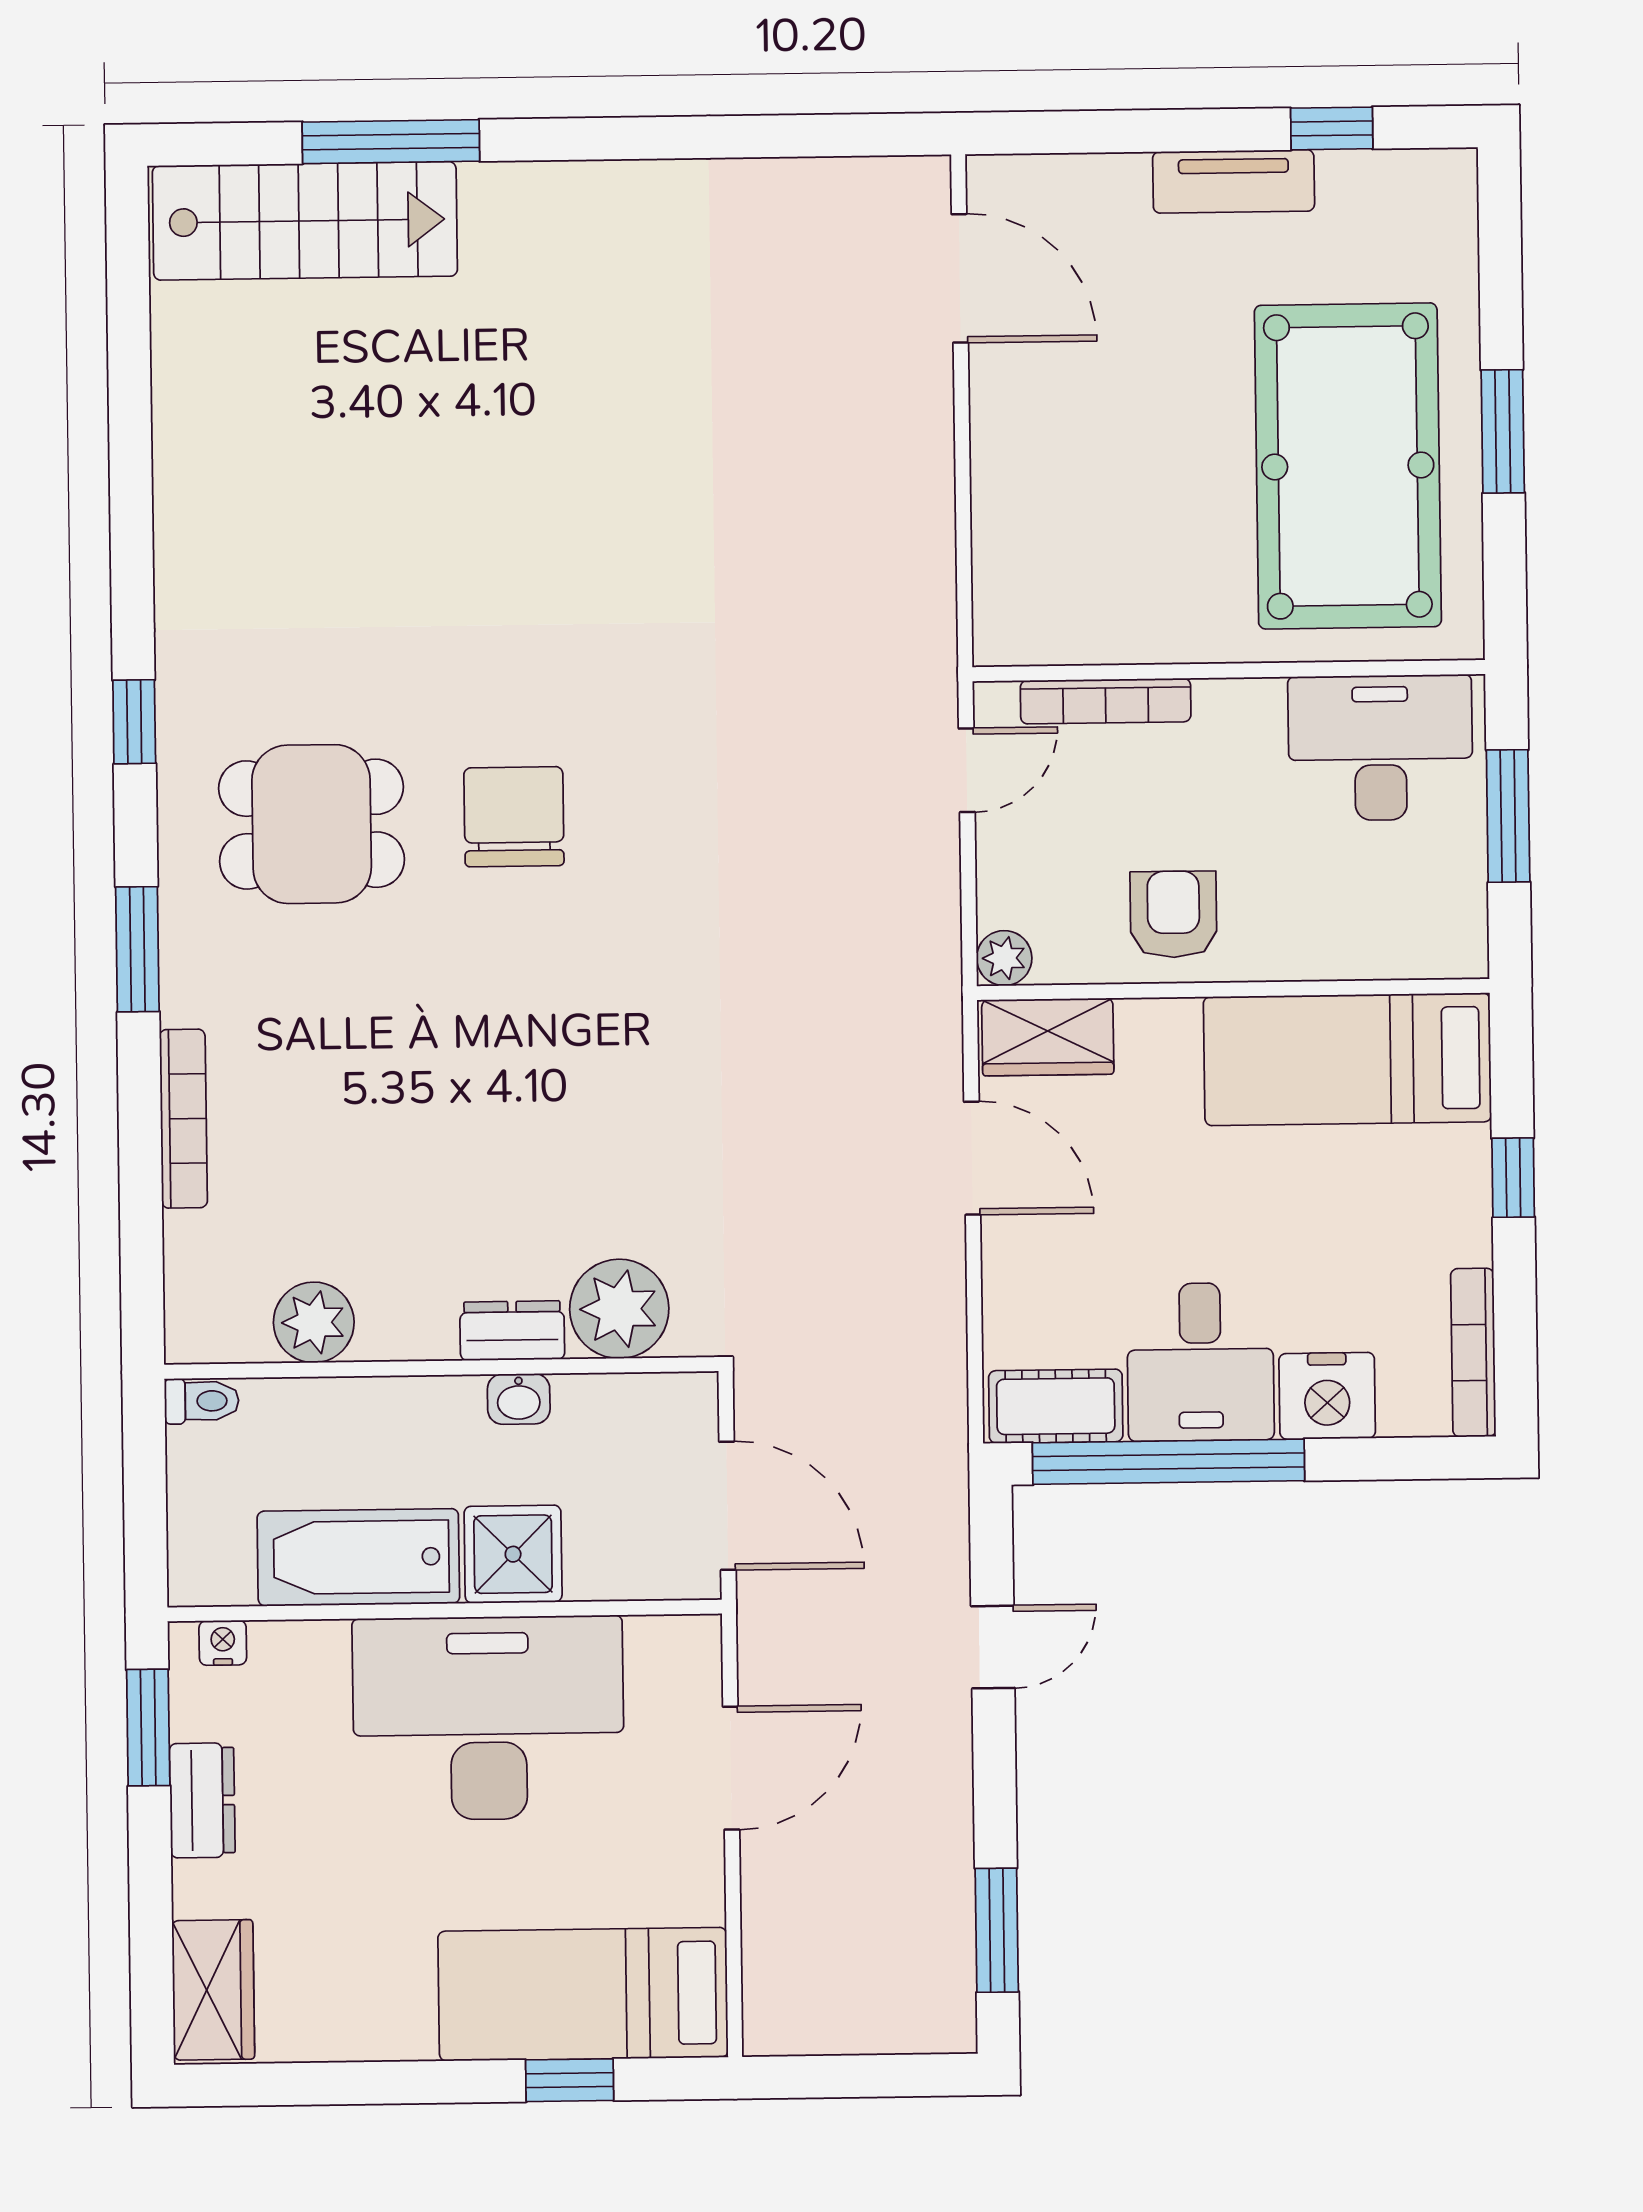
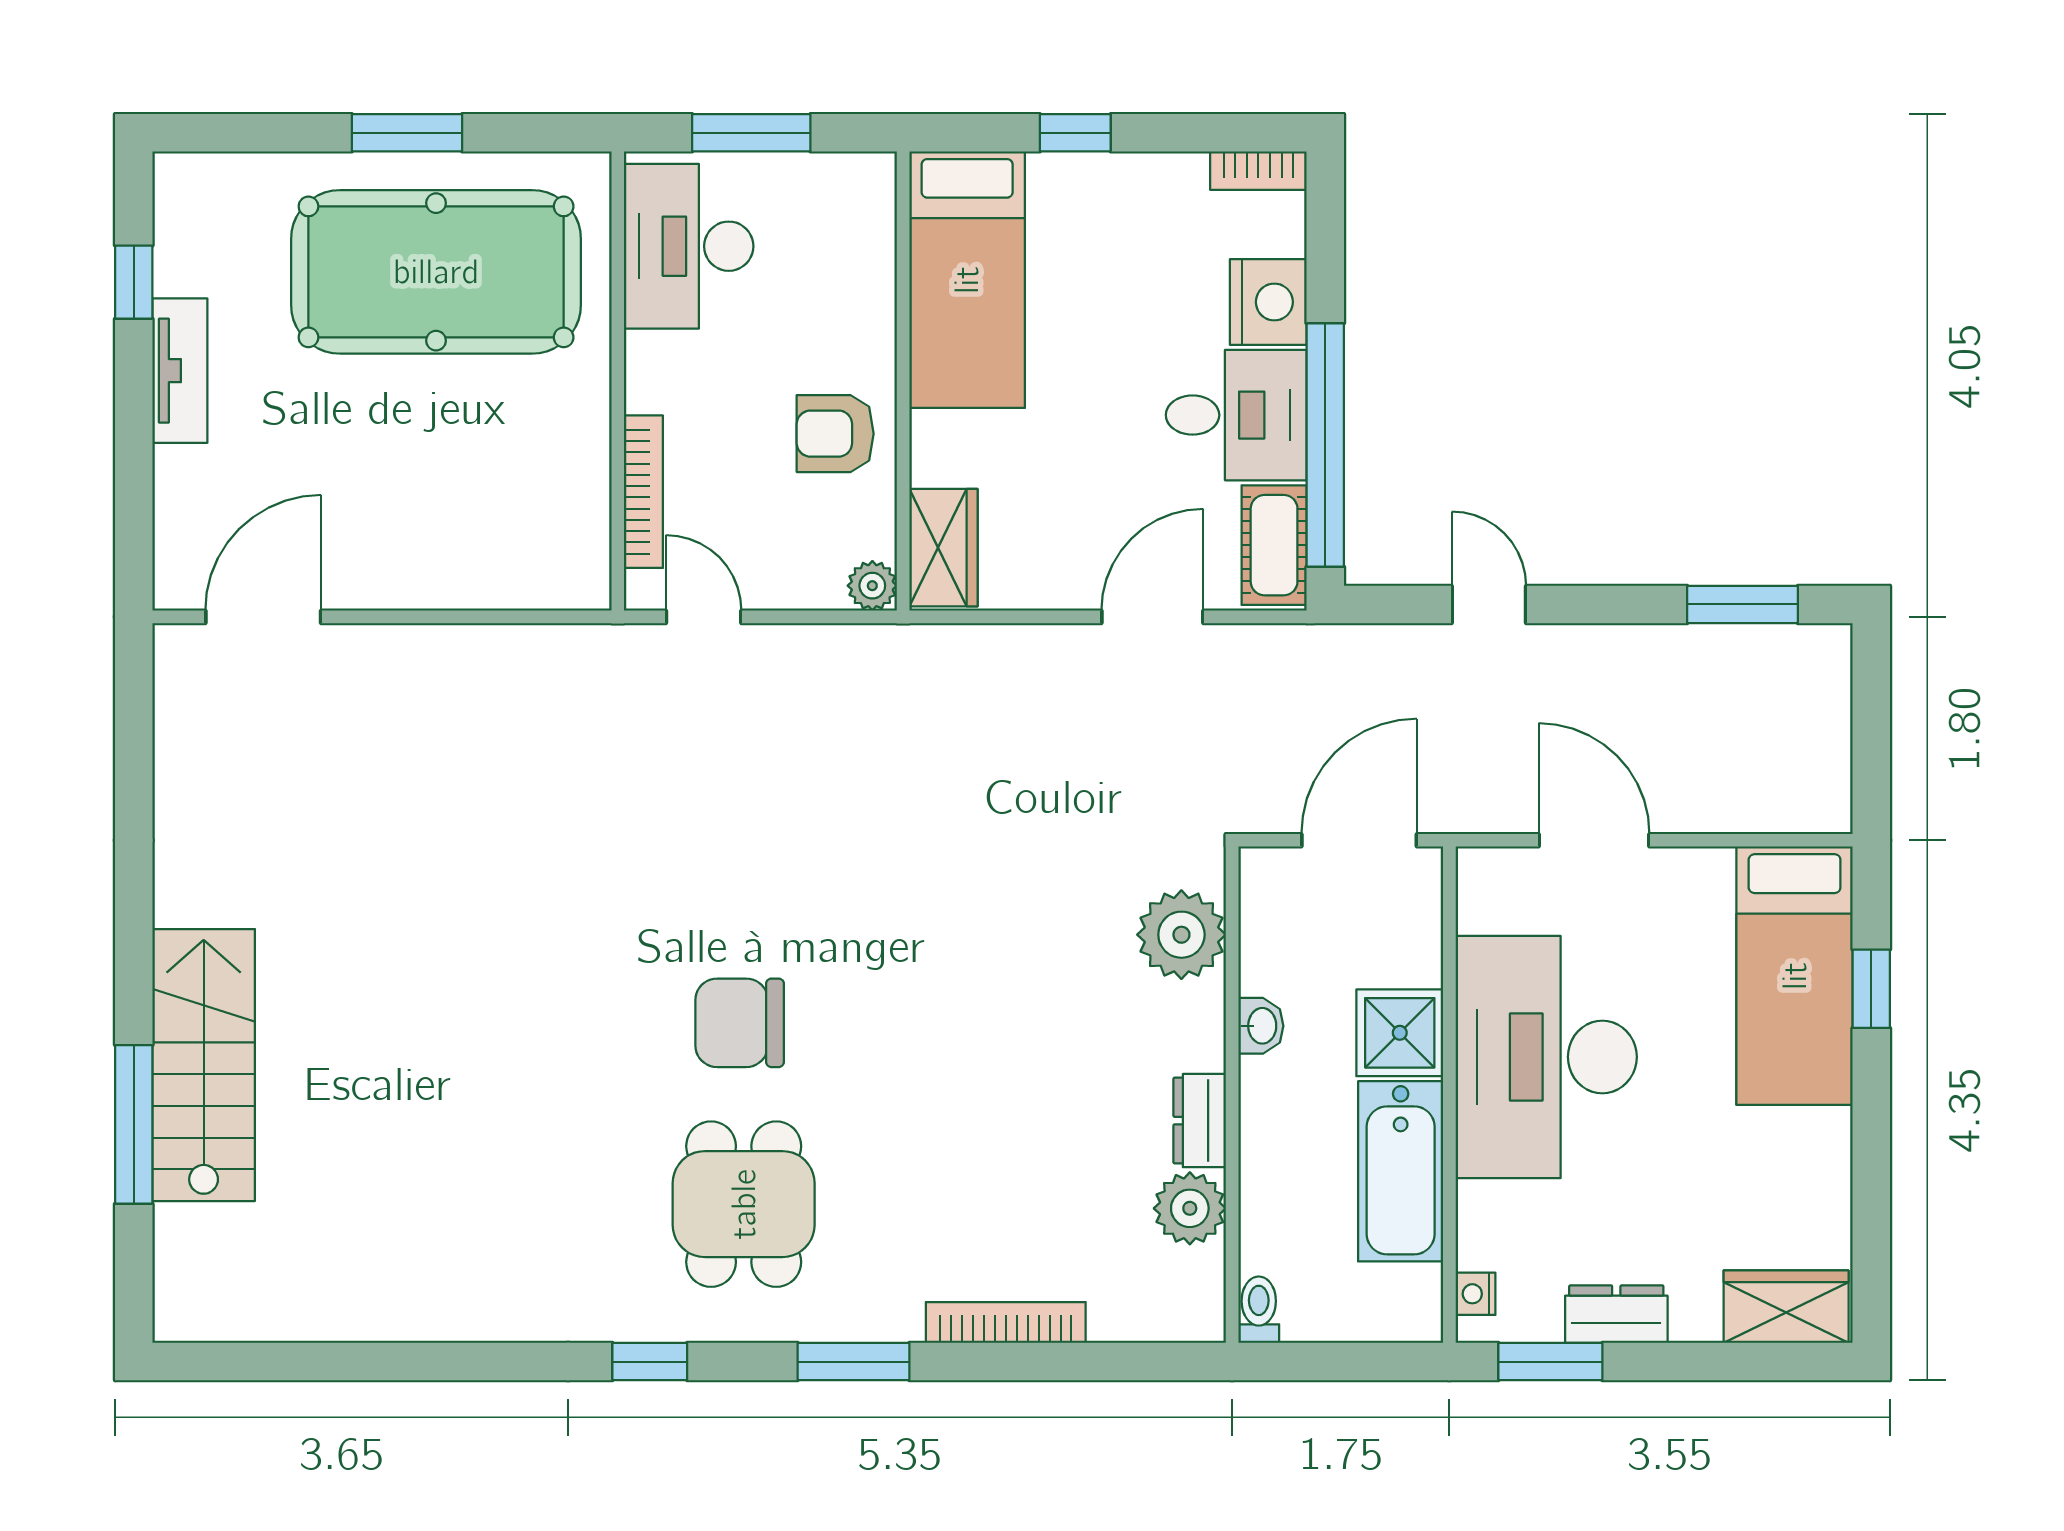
stairs: (305, 221) -> (204, 1065), moved
door: (972, 1158) -> (1152, 617), moved
dresser: (512, 1331) -> (1200, 1121), moved
bookcase: (1473, 1353) -> (1258, 171), width x0.64

